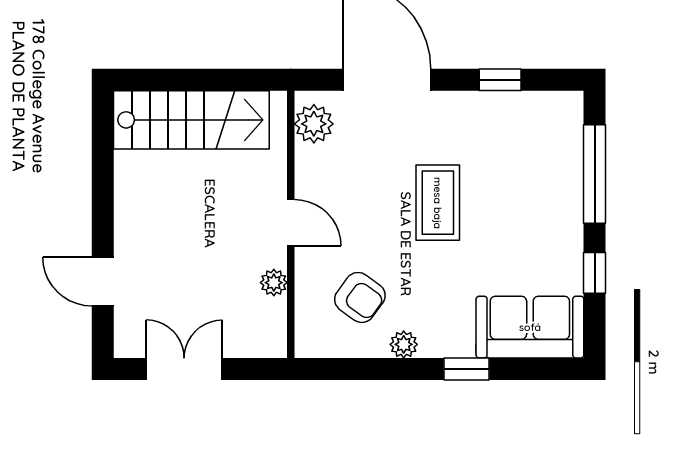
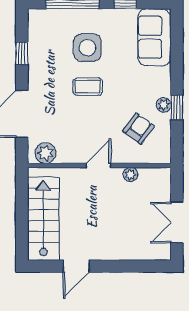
side table: (511, 202) -> (87, 48), added
coffee table: (438, 203) -> (88, 87), width x0.73, depth x0.77
door: (103, 282) -> (76, 266), moved
window: (466, 369) -> (177, 108), moved

